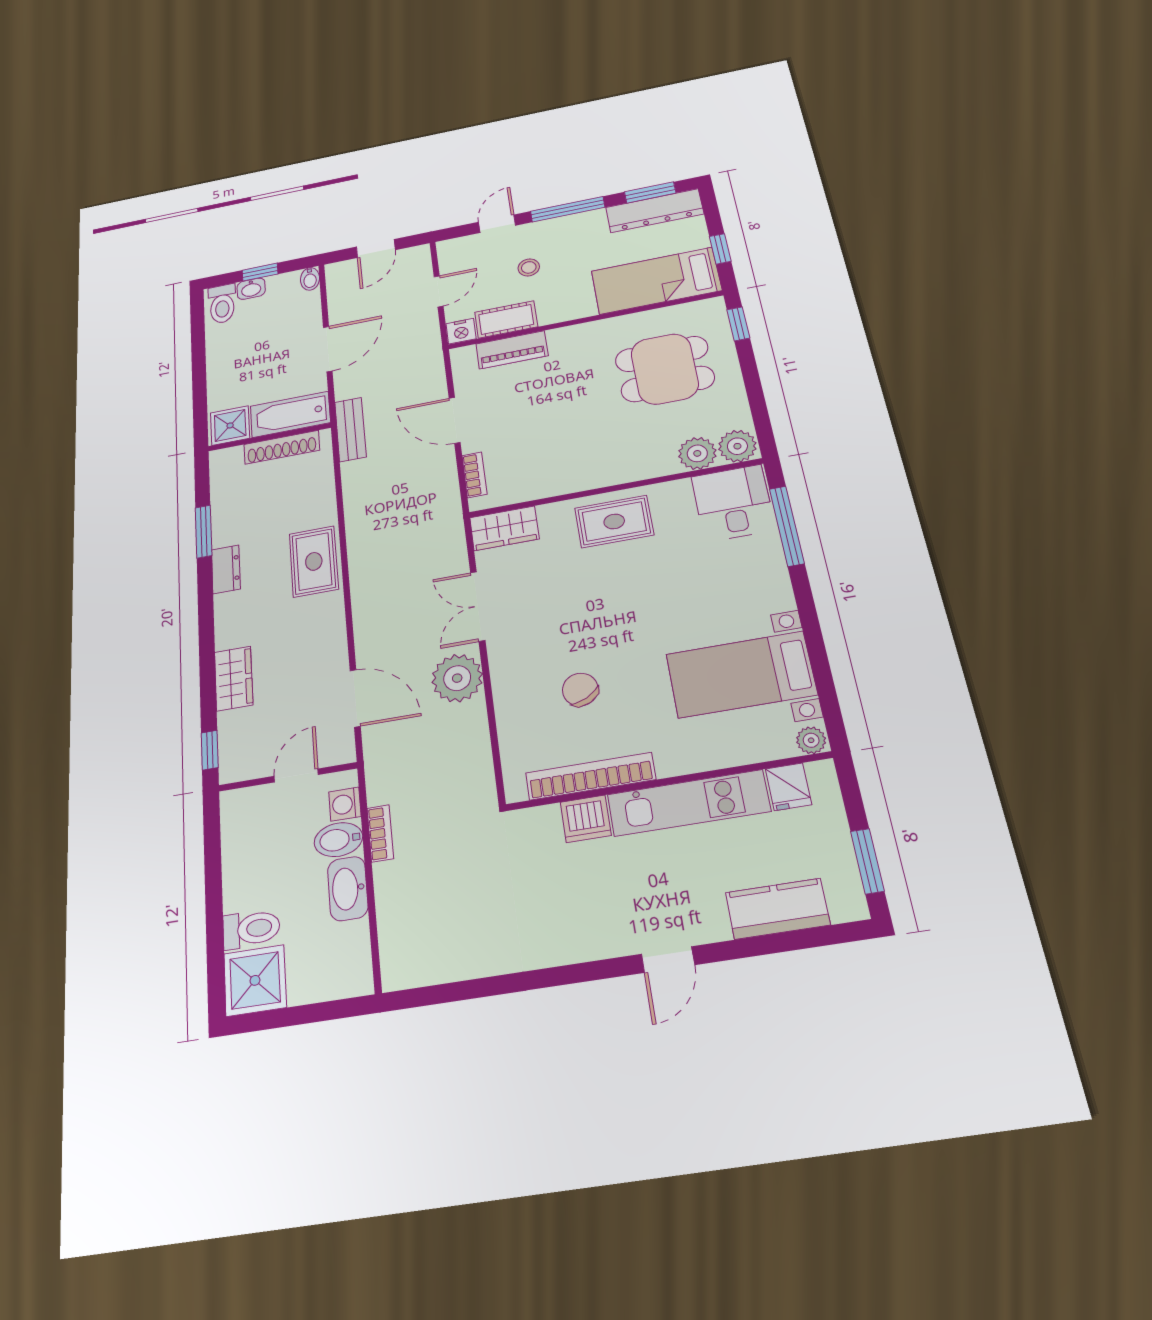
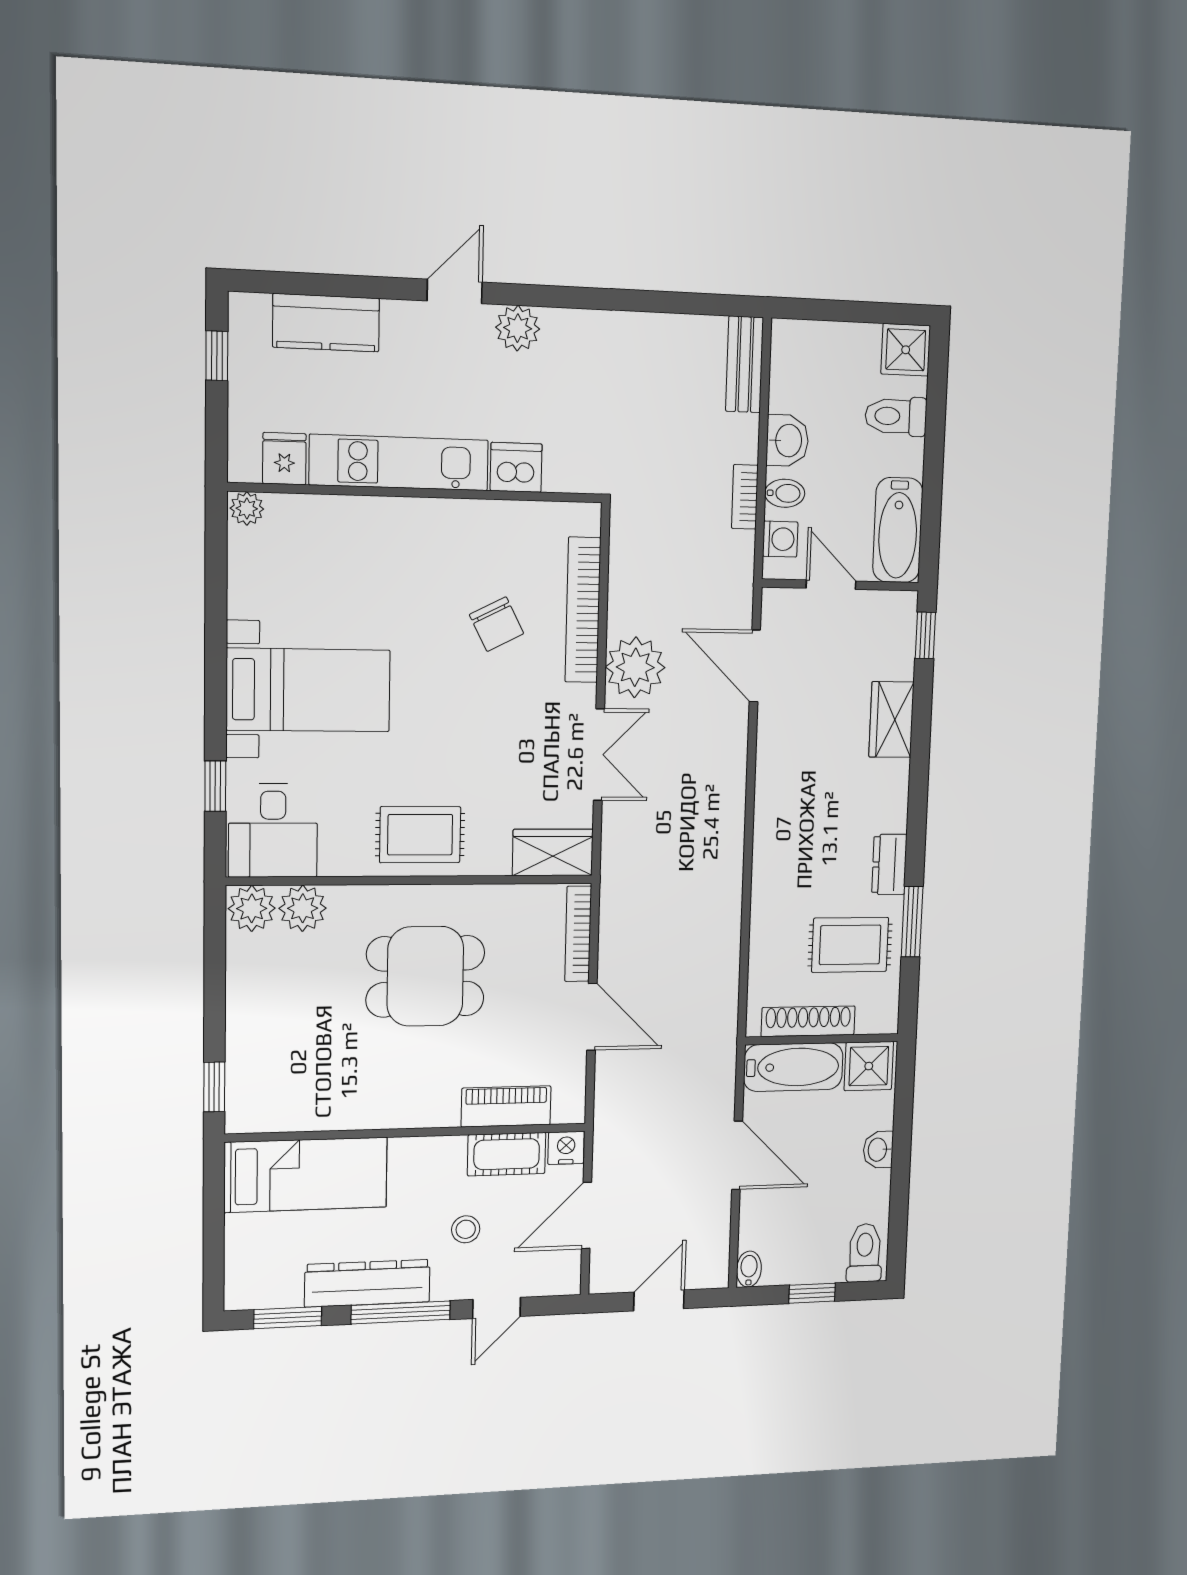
dresser: (655, 211) -> (367, 1283), moved
window: (720, 249) -> (214, 1208), removed
washbasin: (251, 289) -> (878, 1150), moved, turned -90
door: (439, 291) -> (587, 1215), width x1.38
door: (328, 349) -> (737, 1155), swing flipped
dining table: (665, 369) -> (425, 976), moved
bench: (351, 429) -> (745, 364), moved
bookcase: (474, 475) -> (578, 934), width x1.56
window: (787, 526) -> (215, 786), width x0.46
rug: (314, 561) -> (850, 945), moved, turned 90
bed with nightstands: (741, 674) -> (308, 690), moved
door: (296, 775) -> (831, 585), swing flipped
bookcase: (590, 776) -> (583, 610), moved, turned 90
bathtub: (241, 832) -> (898, 530), added
bidet: (338, 840) -> (785, 493), width x0.72, depth x0.74
window: (867, 861) -> (217, 356), width x0.67
washbasin: (348, 889) -> (787, 441), width x0.72
plant: (605, 938) -> (518, 328), added
shower: (255, 980) -> (906, 350), width x0.73, depth x0.73

